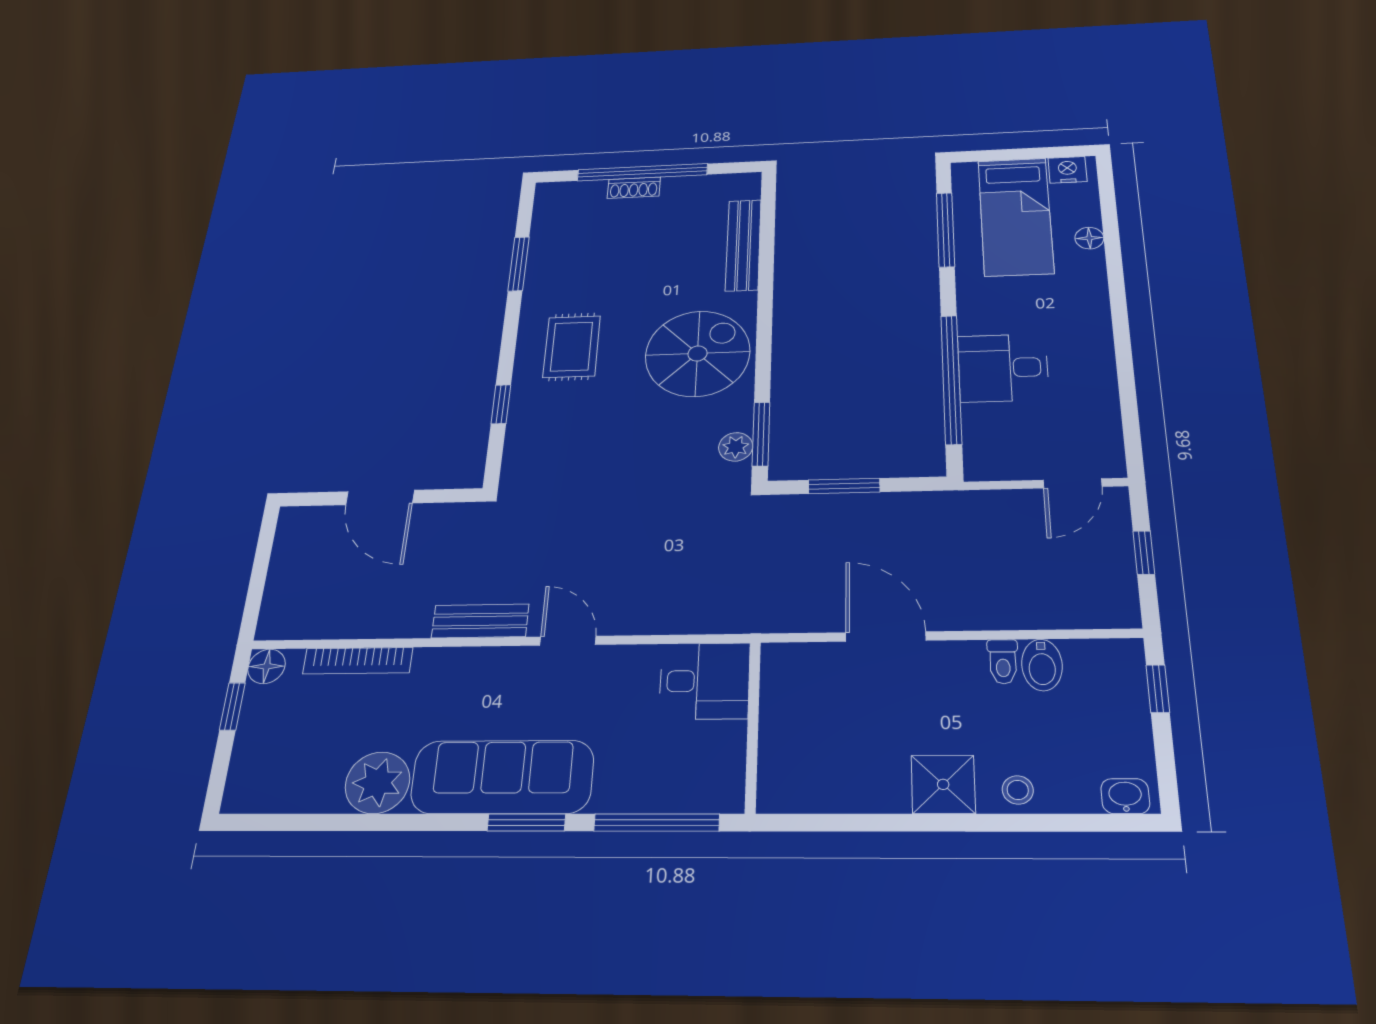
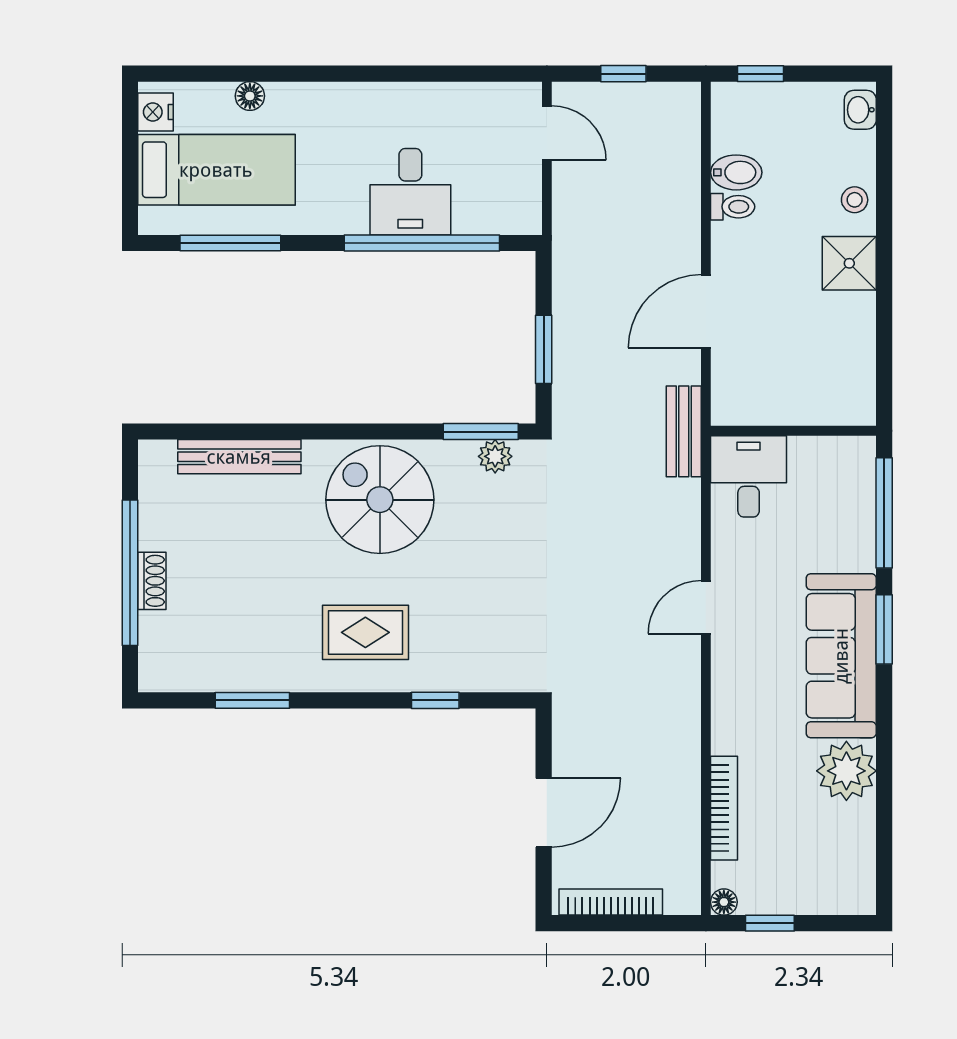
bookcase: (283, 558) -> (611, 902), added
bench: (480, 621) -> (684, 431), moved
floor lamp: (267, 666) -> (724, 902), width x0.73, depth x0.73

